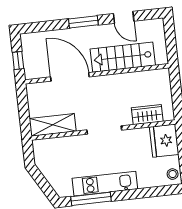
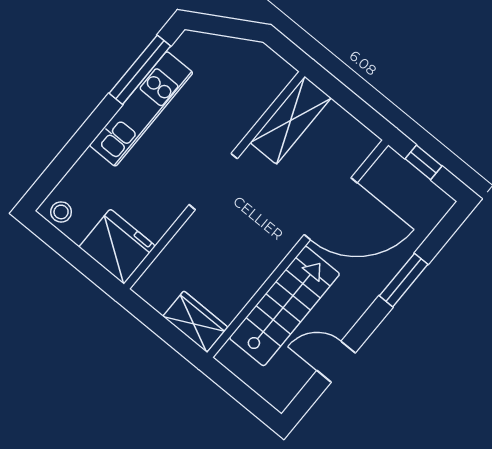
window: (83, 22) -> (404, 280), moved
wardrobe: (147, 115) -> (195, 322), moved, turned -90

